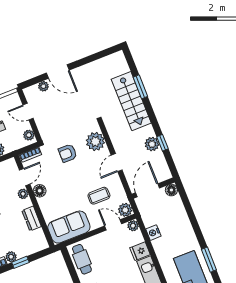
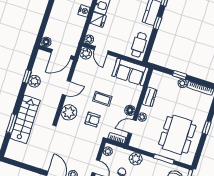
coffee table: (99, 196) -> (102, 99), moved
nightstand: (153, 233) -> (84, 11), moved

